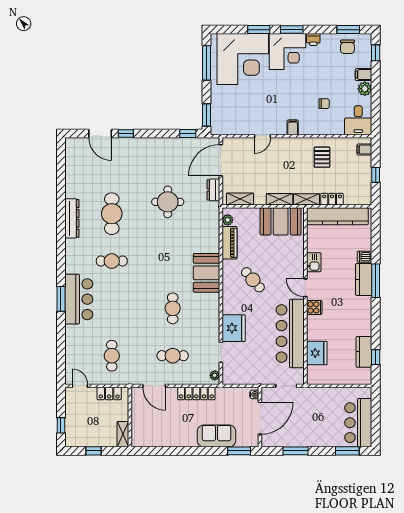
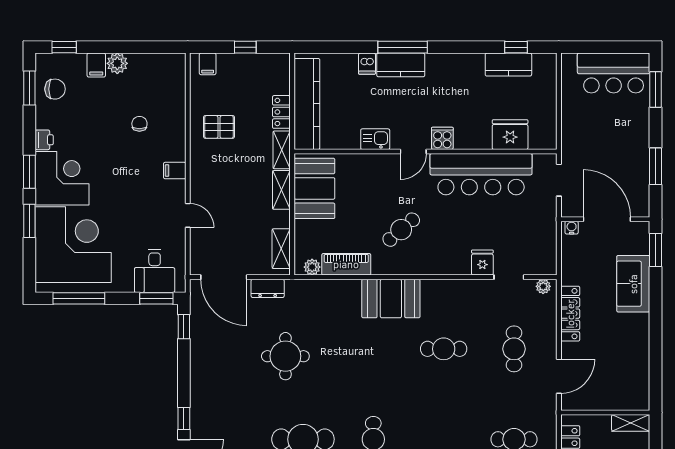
desk: (358, 120) -> (155, 271), moved, turned 90
fridge: (234, 328) -> (482, 263), width x0.53, depth x0.75

